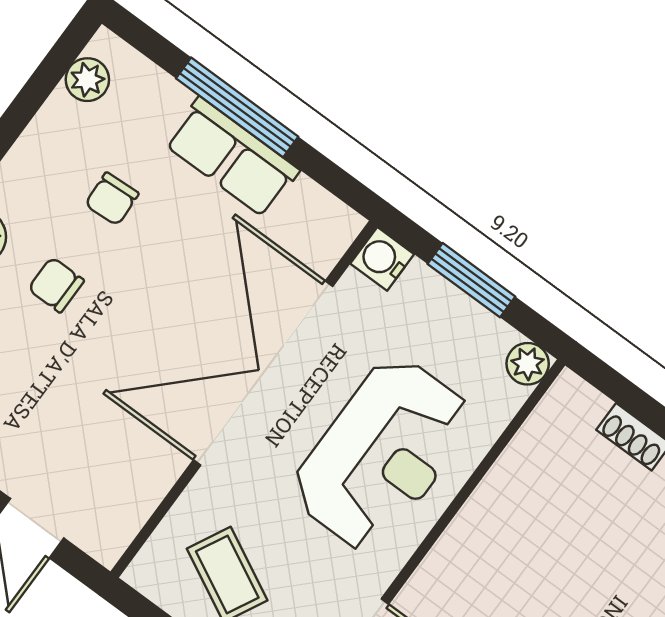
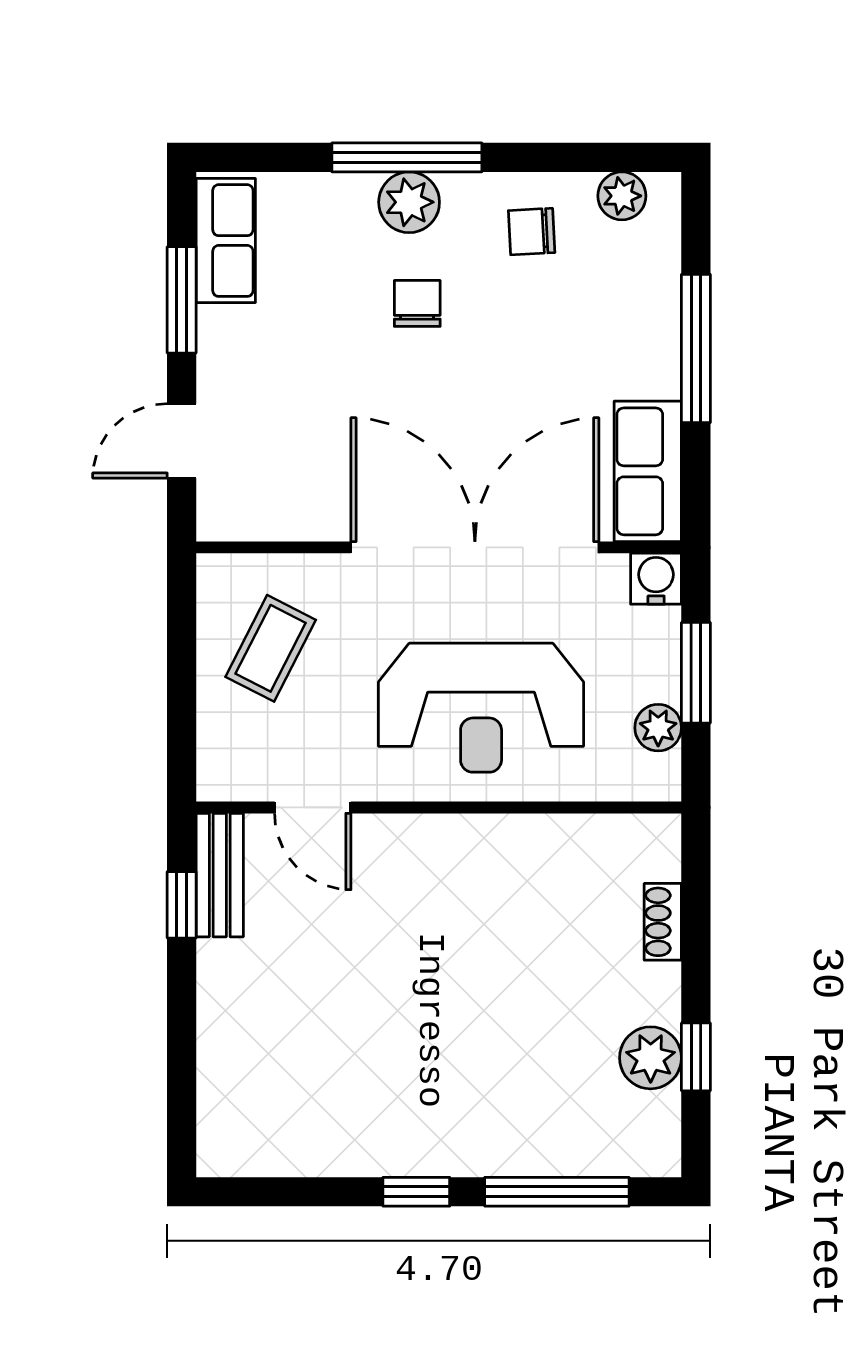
row of seats: (232, 157) -> (648, 471), moved
chair: (112, 199) -> (532, 232), moved
plant: (528, 364) -> (658, 728), moved

